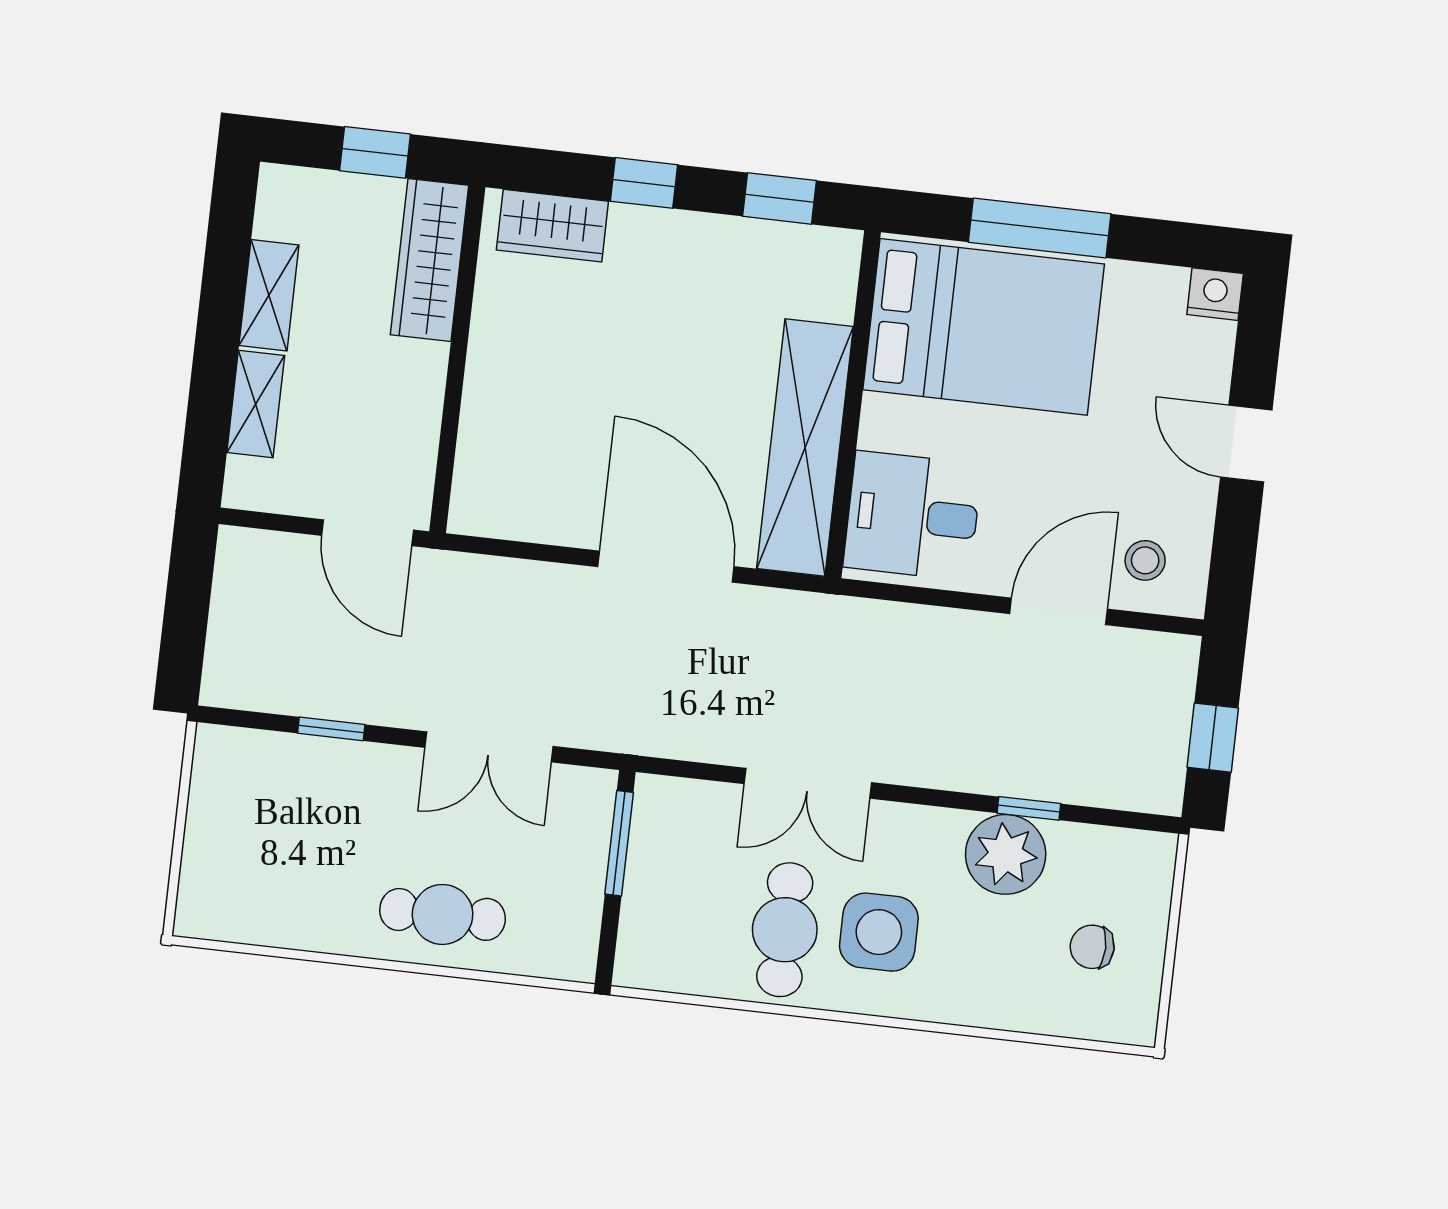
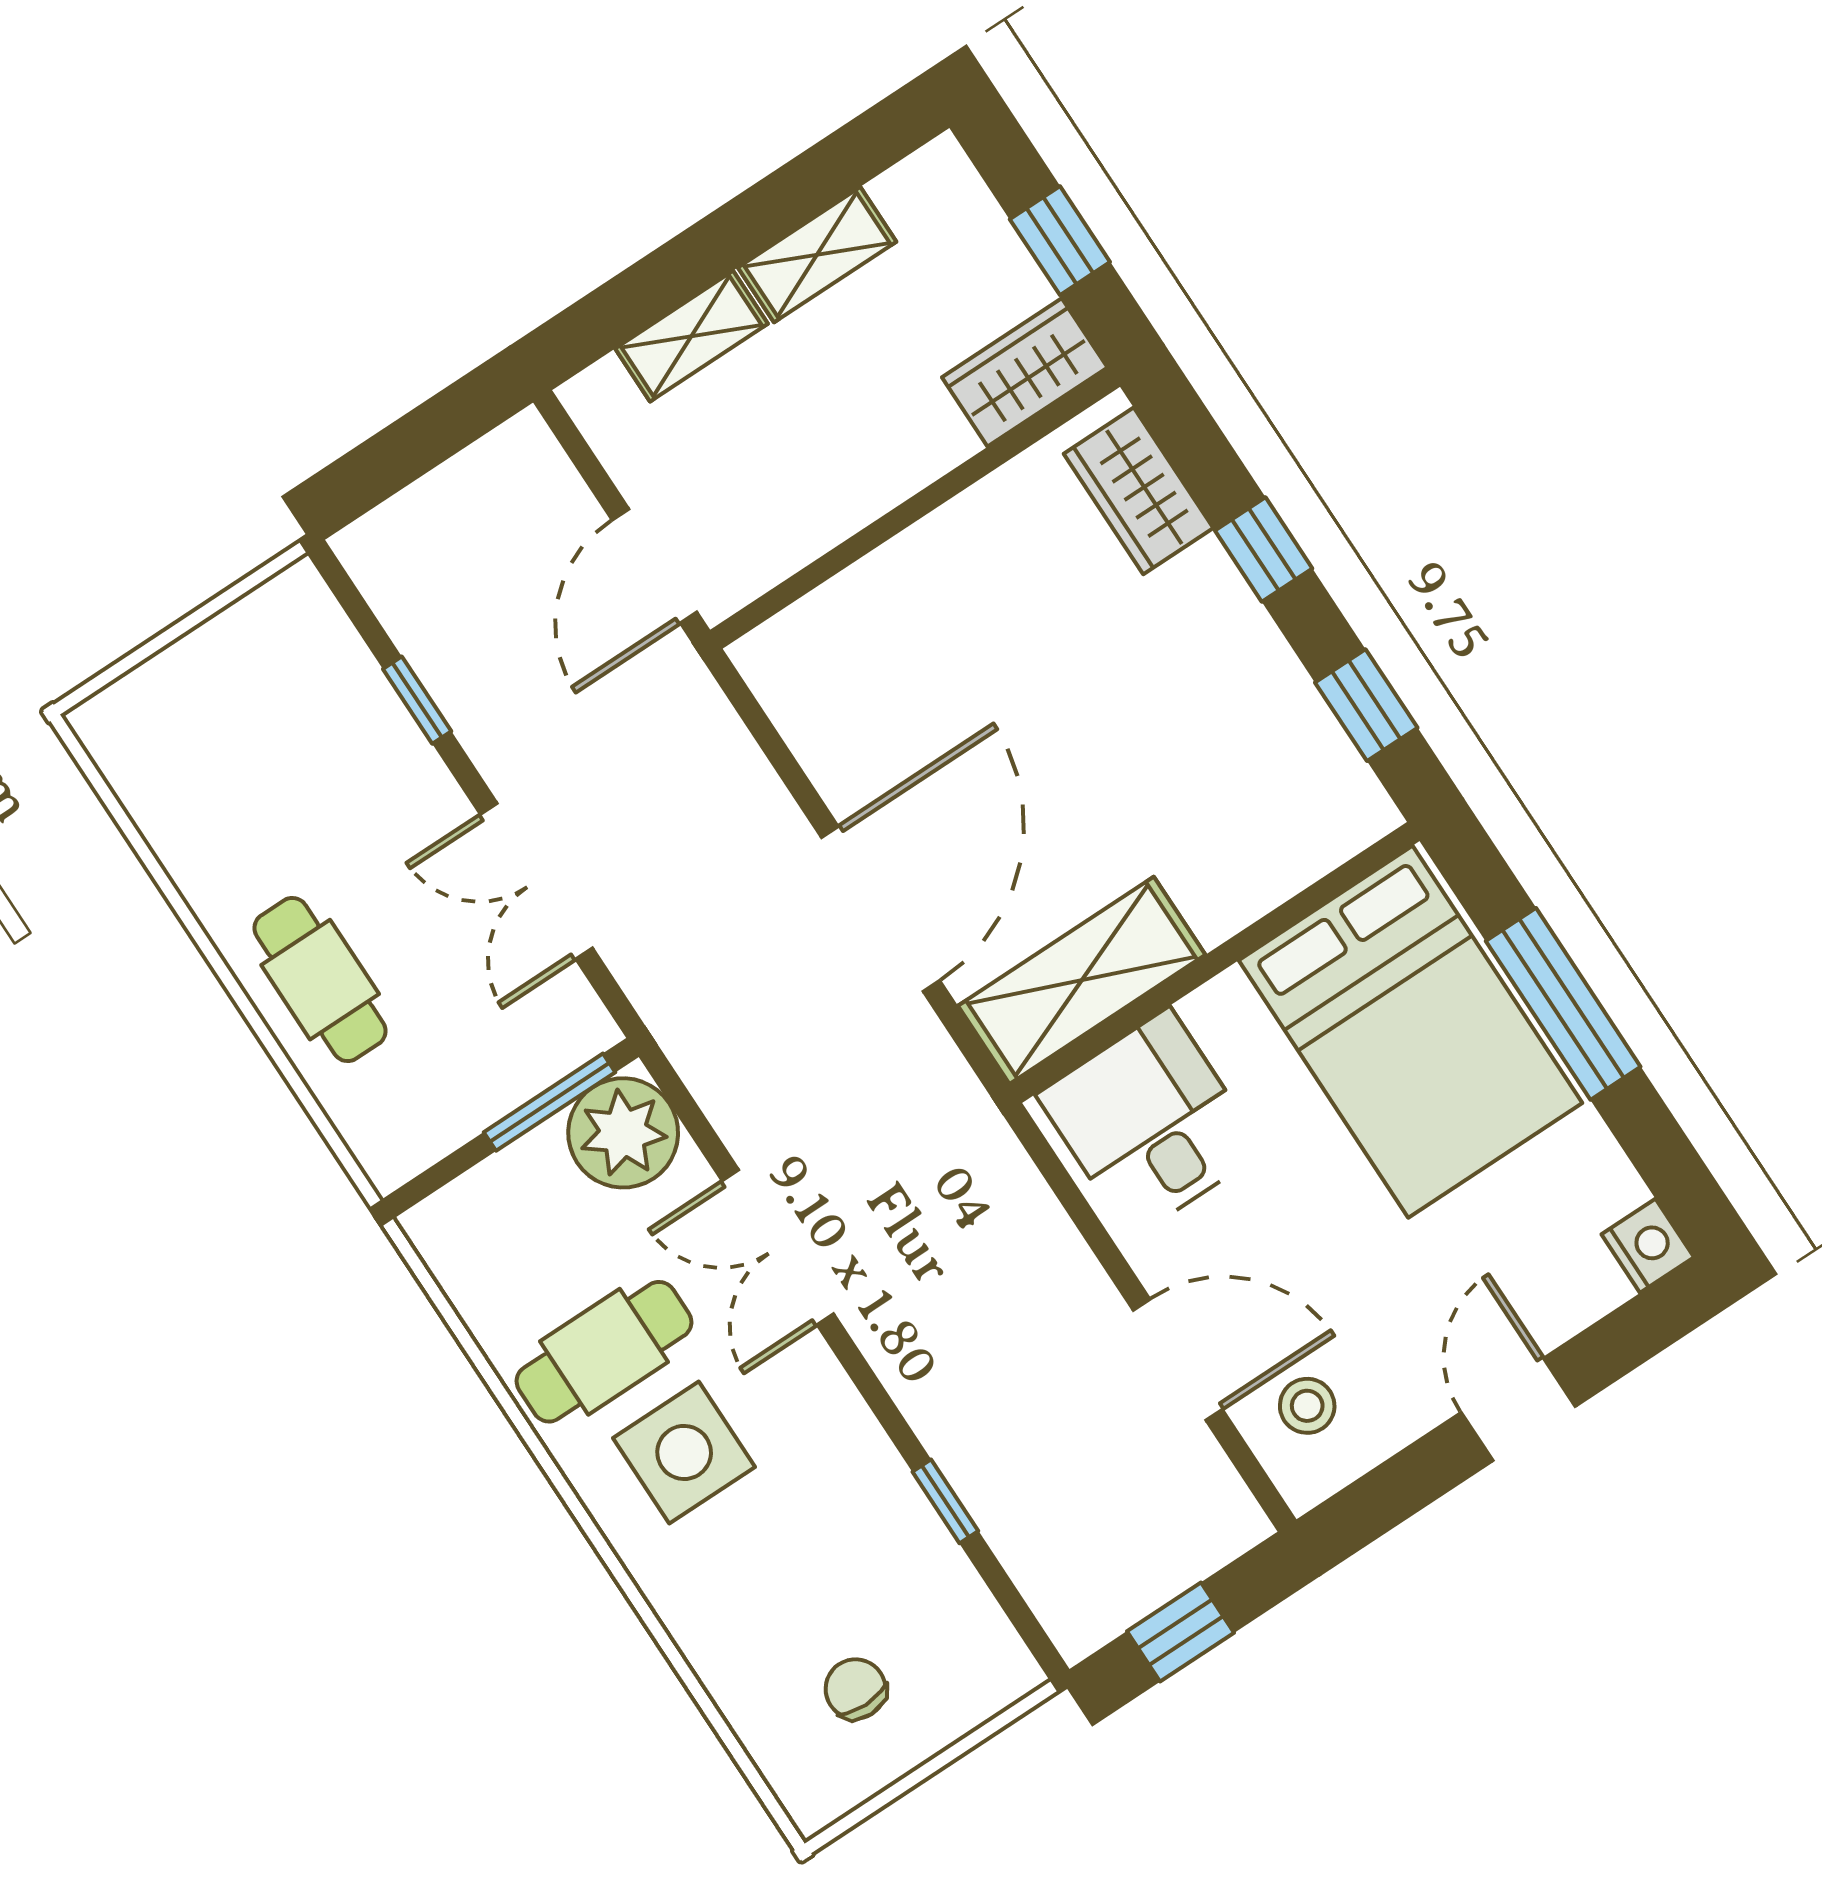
wardrobe: (430, 260) -> (1025, 372), width x0.67
shelving: (805, 448) -> (1082, 980), width x0.68
plant: (1006, 854) -> (623, 1133), moved

